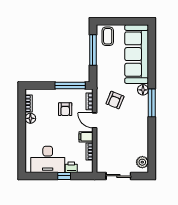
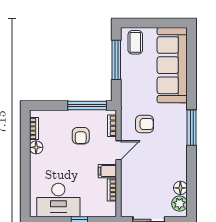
floor lamp: (143, 90) -> (180, 188), moved
armchair: (115, 100) -> (144, 124), turned -112
door: (95, 120) -> (119, 150), swing flipped
printer: (71, 167) -> (89, 210), removed

